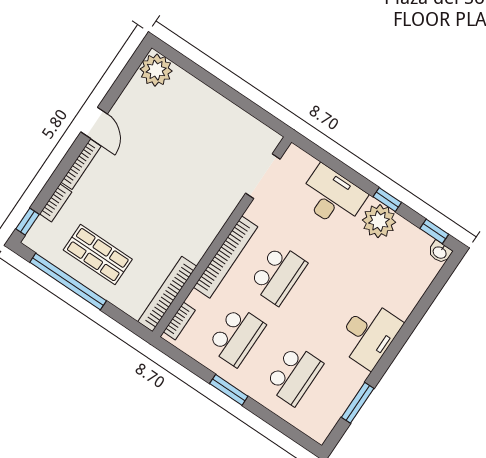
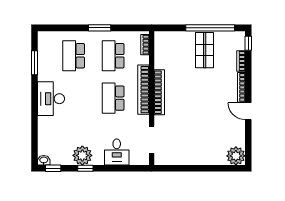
desk: (332, 197) -> (117, 152), width x0.73
shop shelf: (98, 255) -> (205, 50), turned 90
bookcase: (167, 294) -> (159, 92), moved

